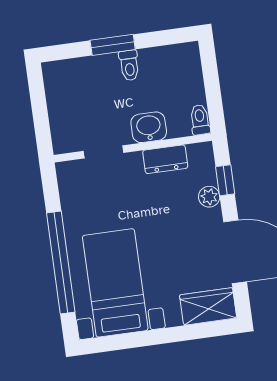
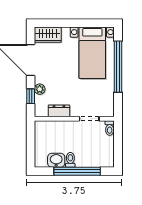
window: (113, 45) -> (77, 171), width x2.11
toilet: (200, 120) -> (110, 128), moved
washbasin: (149, 127) -> (56, 160), moved, turned 180

